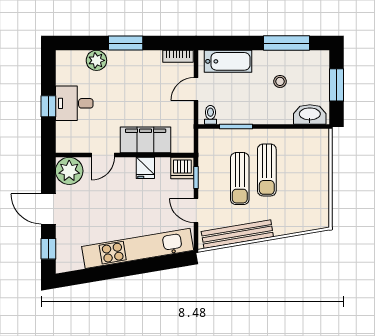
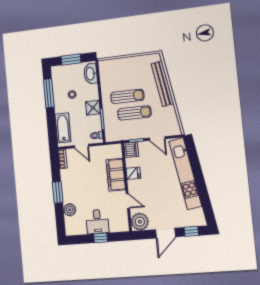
shower: (255, 113) -> (93, 108), added
door: (196, 210) -> (157, 138), hinge flipped
bench: (237, 234) -> (162, 84), moved

